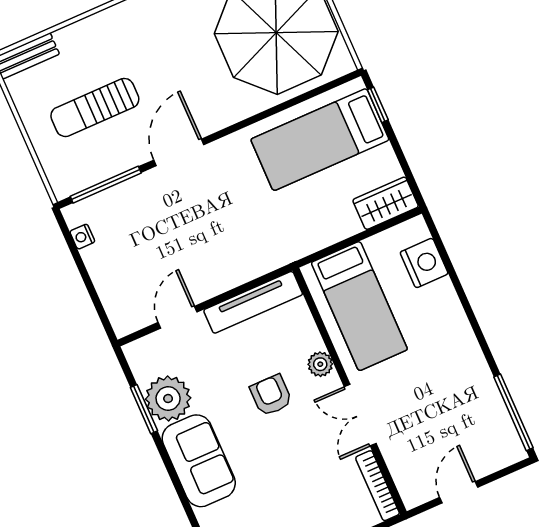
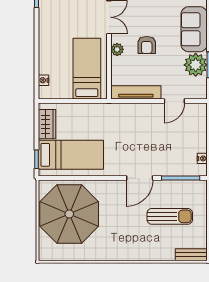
wardrobe: (386, 203) -> (47, 124), moved, turned -90
nightstand: (424, 263) -> (44, 80), width x0.53, depth x0.56

